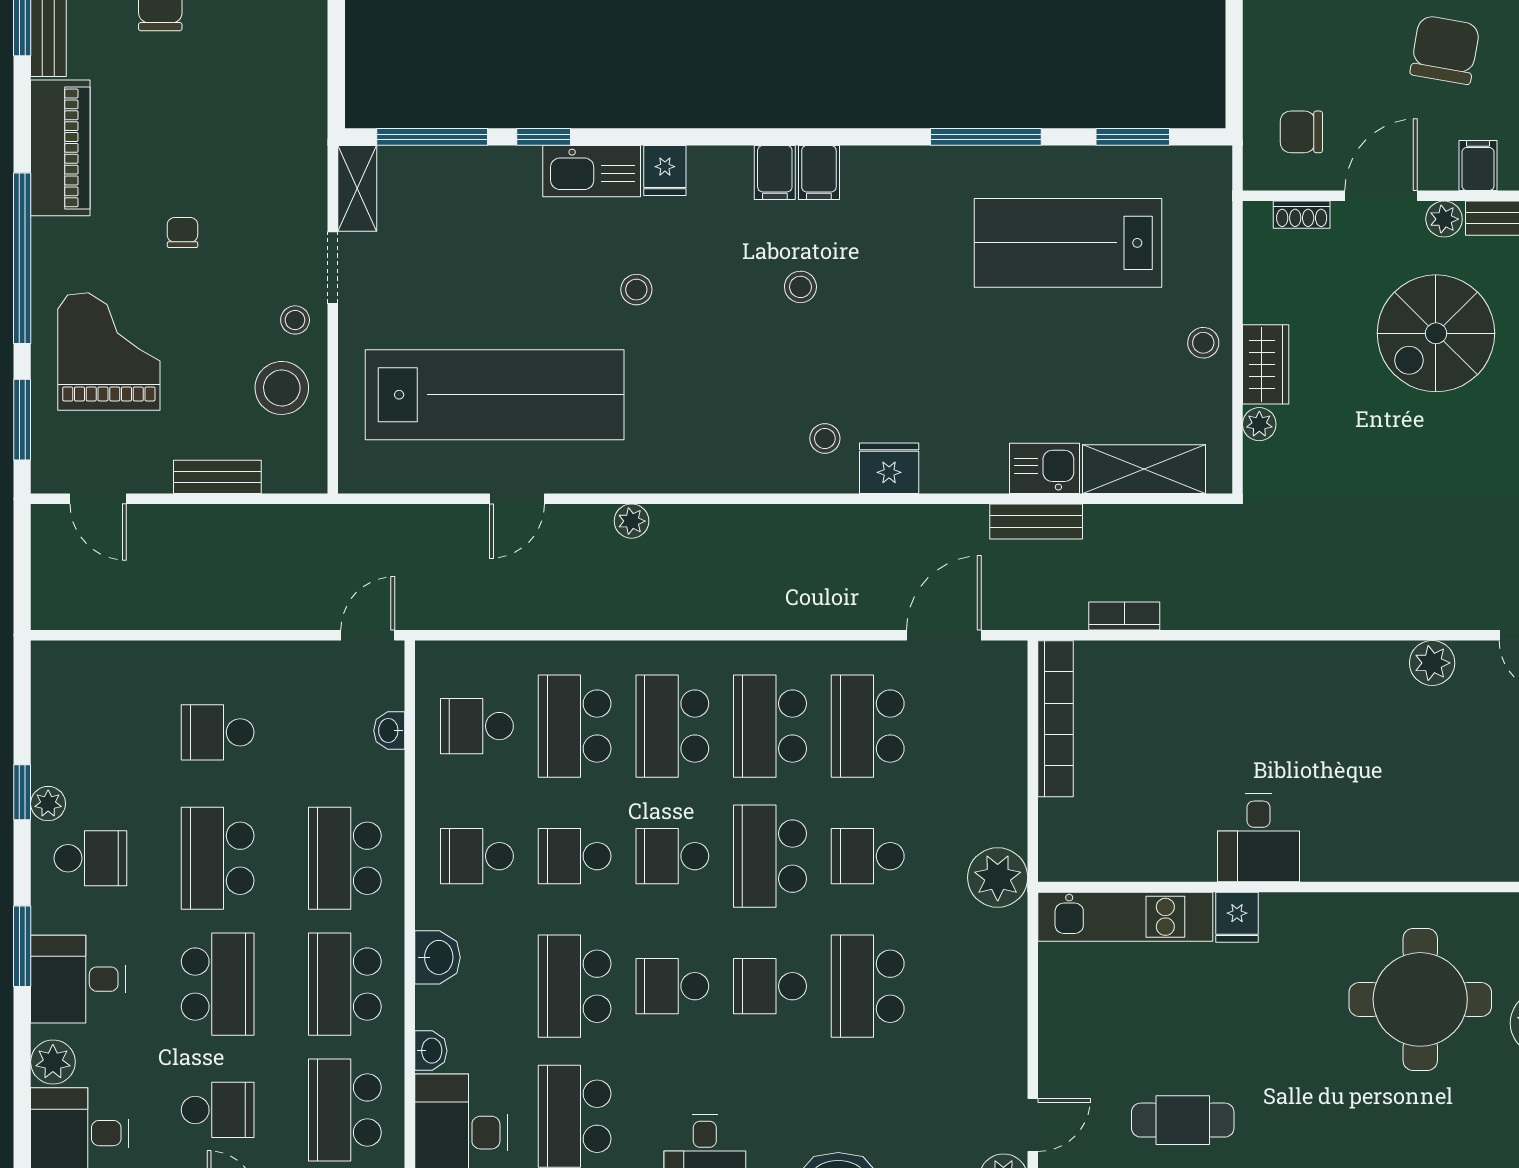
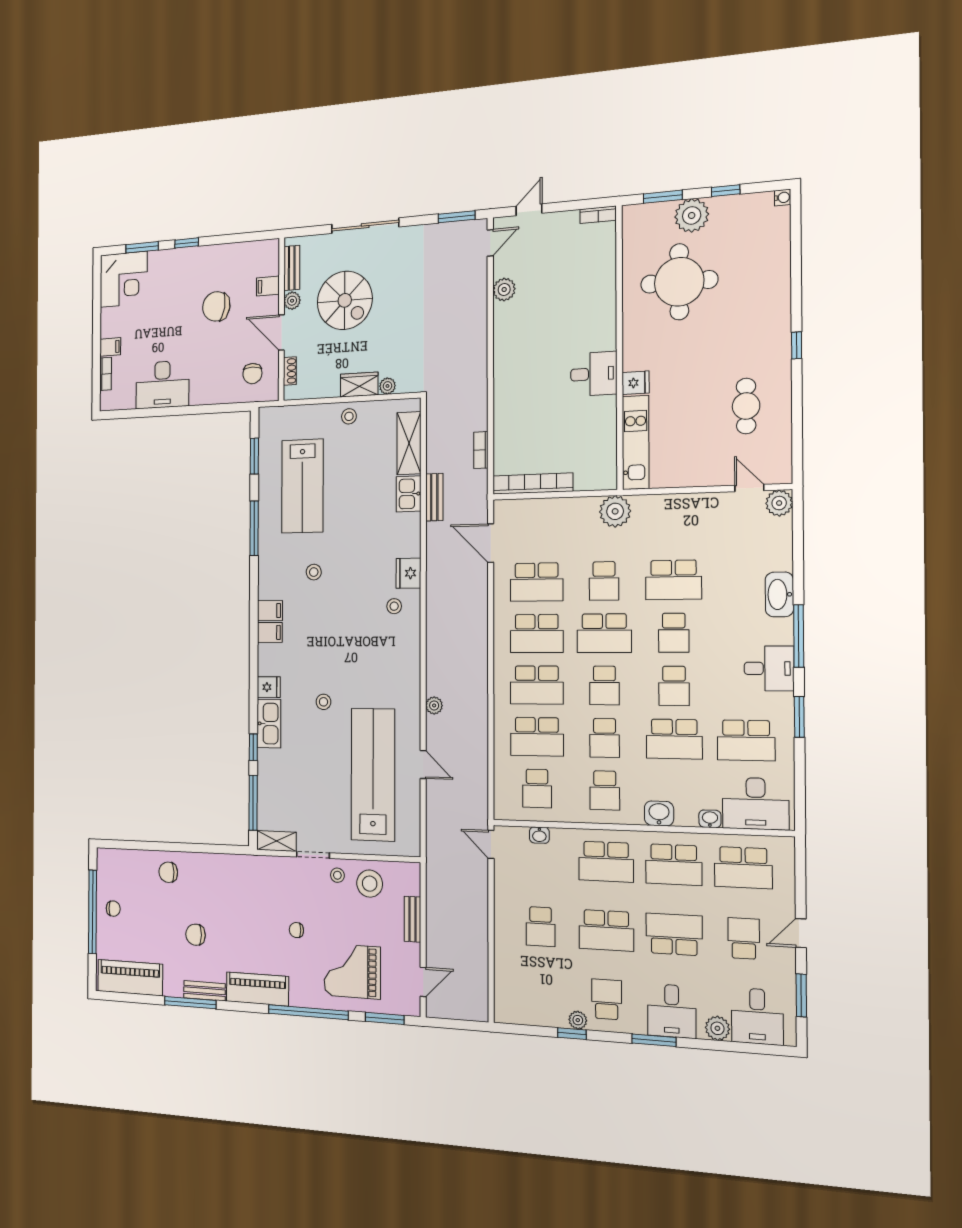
stool: (800, 287) -> (314, 572), moved

